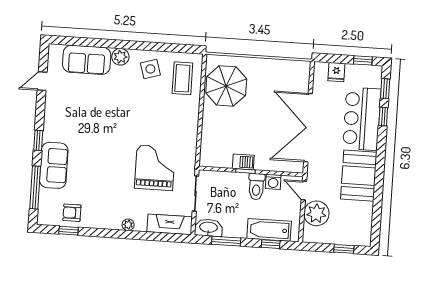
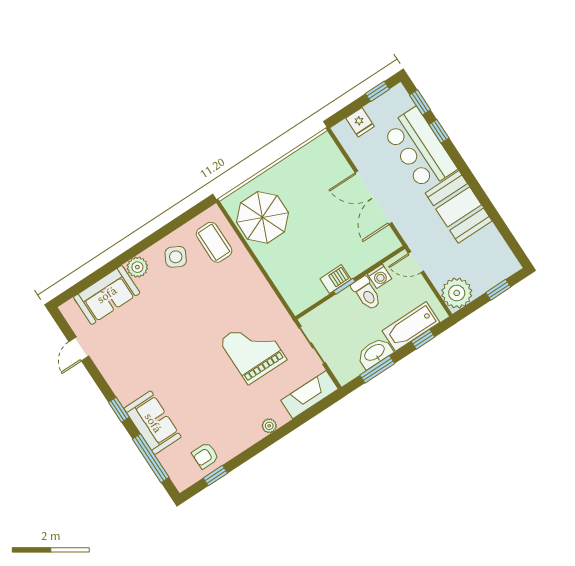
side table: (150, 69) -> (176, 257), turned 45
double door: (308, 128) -> (373, 198), width x0.73
plant: (316, 213) -> (457, 293), moved
washbasin: (208, 228) -> (375, 353), moved

